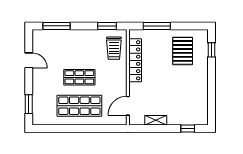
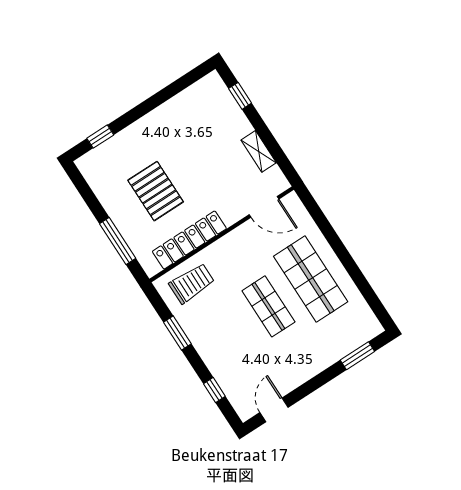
window: (56, 26) -> (214, 390), width x0.46
window: (107, 26) -> (177, 333), moved
pallet: (183, 51) -> (156, 191), moved, turned 90
door: (29, 60) -> (274, 410), moved

